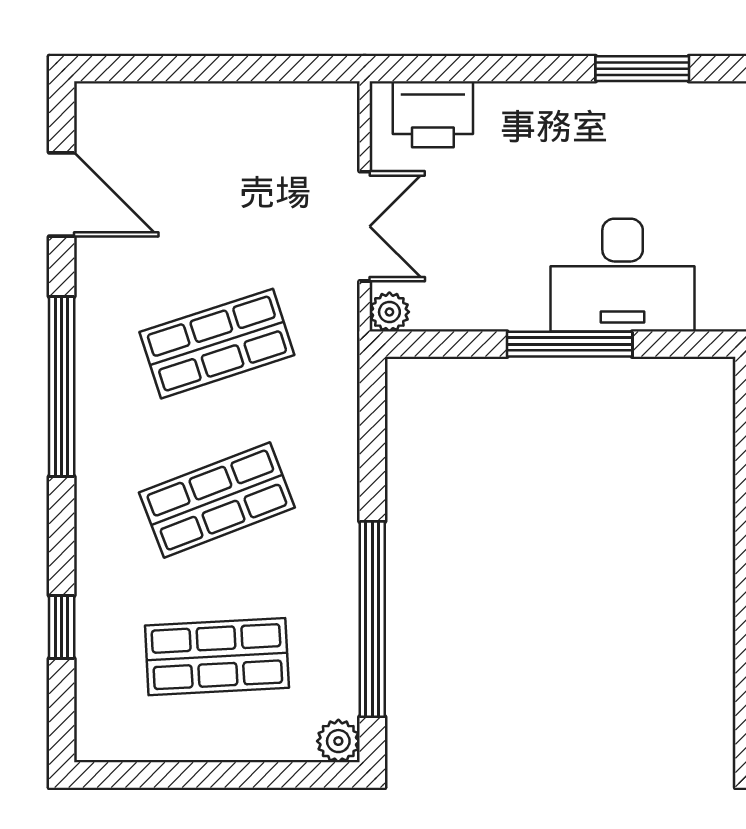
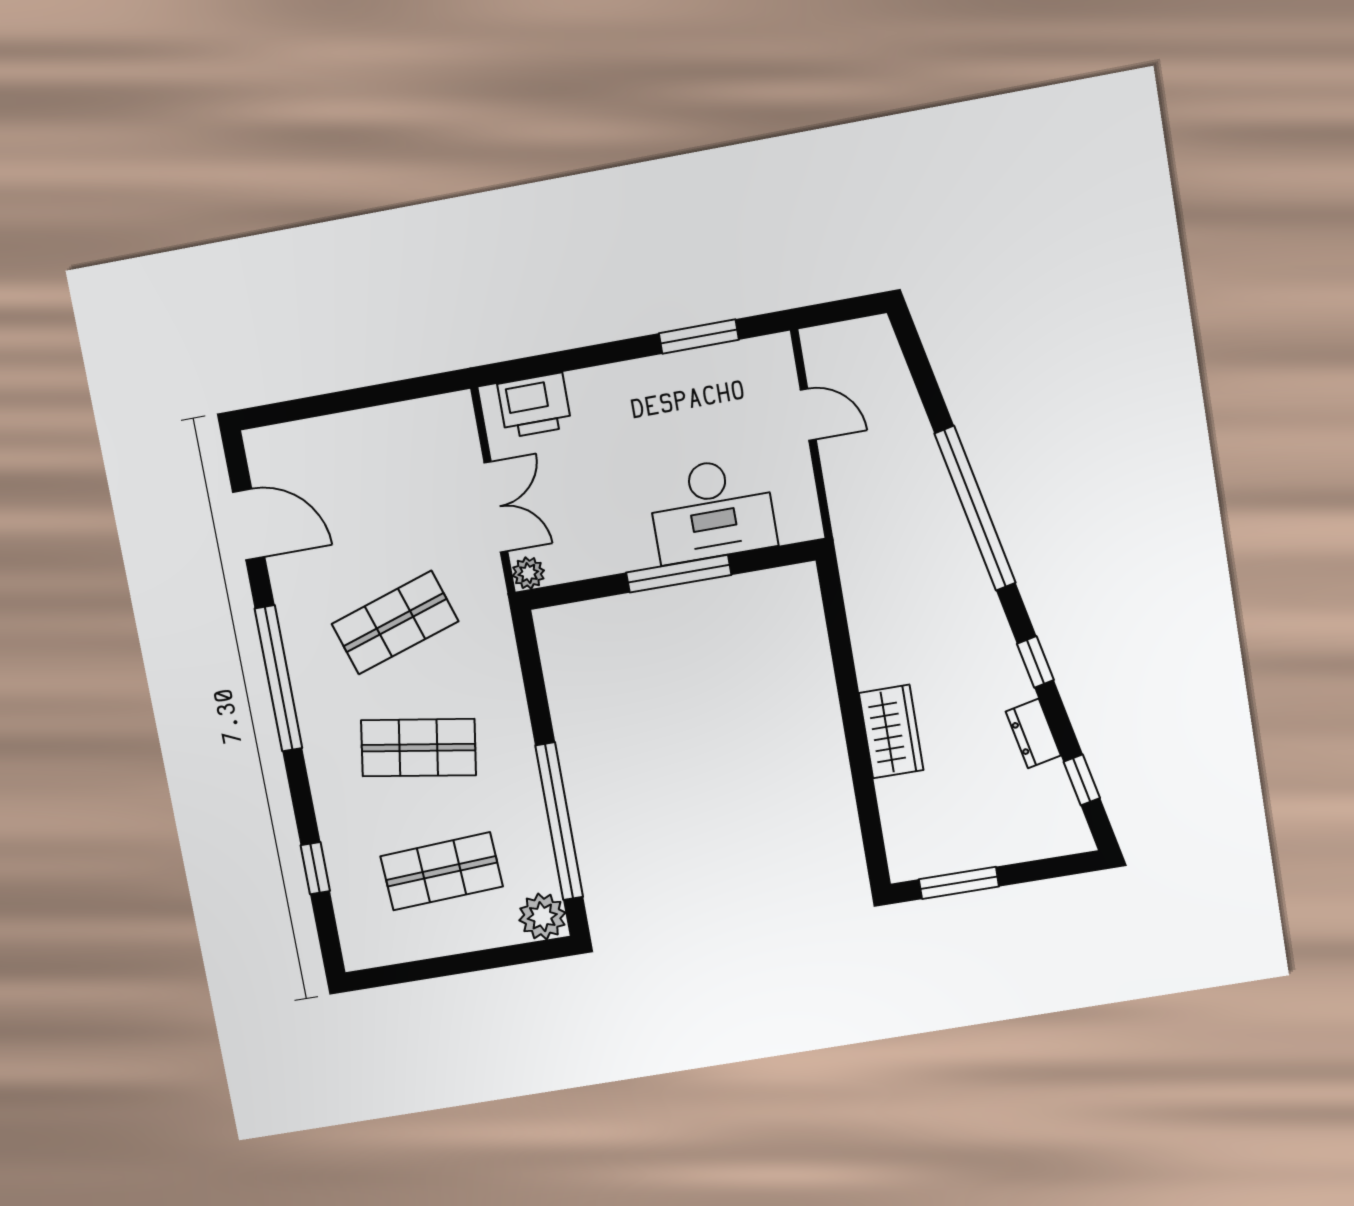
shop shelf: (217, 500) -> (418, 748), turned 30
plant: (338, 741) -> (542, 917), width x1.38, depth x1.38

